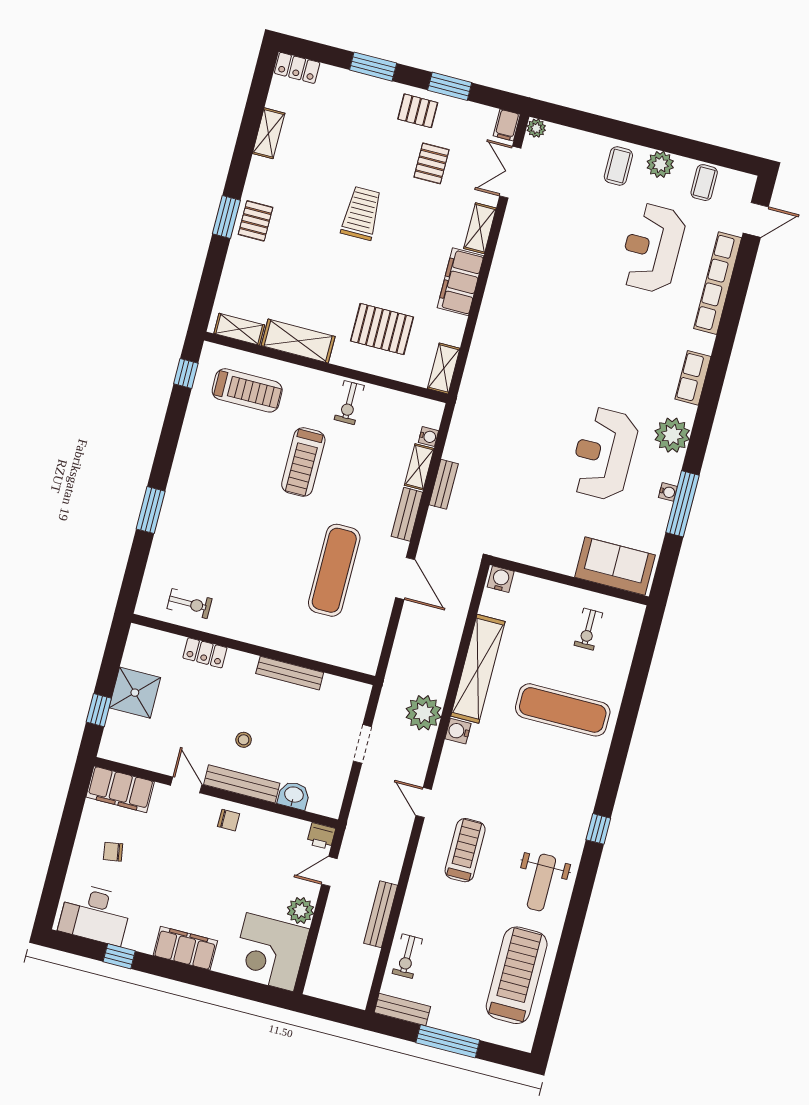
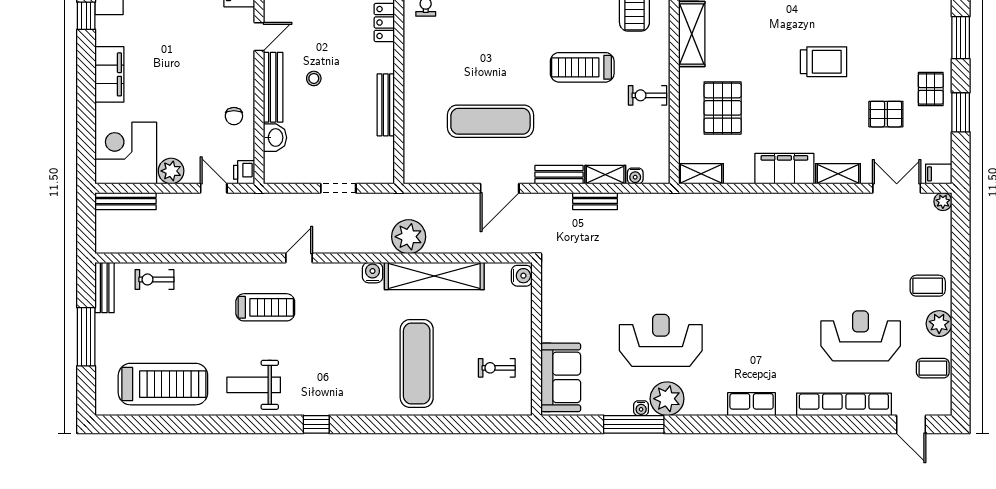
plant: (672, 435) -> (667, 399), moved
plant: (424, 713) -> (409, 237), moved
chair: (229, 820) -> (234, 116), moved
bench: (381, 914) -> (126, 201), moved

